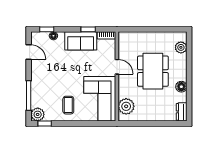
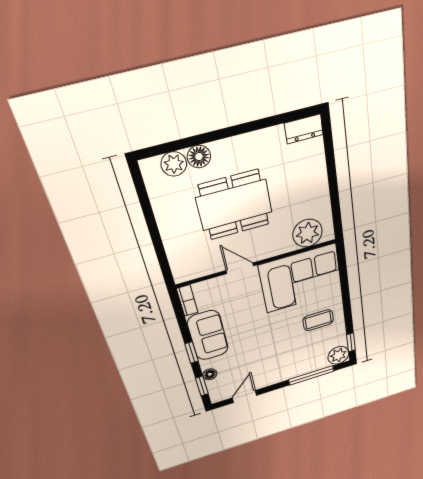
window: (88, 29) -> (192, 353), moved
door: (117, 67) -> (240, 268), hinge flipped
floor lamp: (181, 87) -> (199, 157), moved

